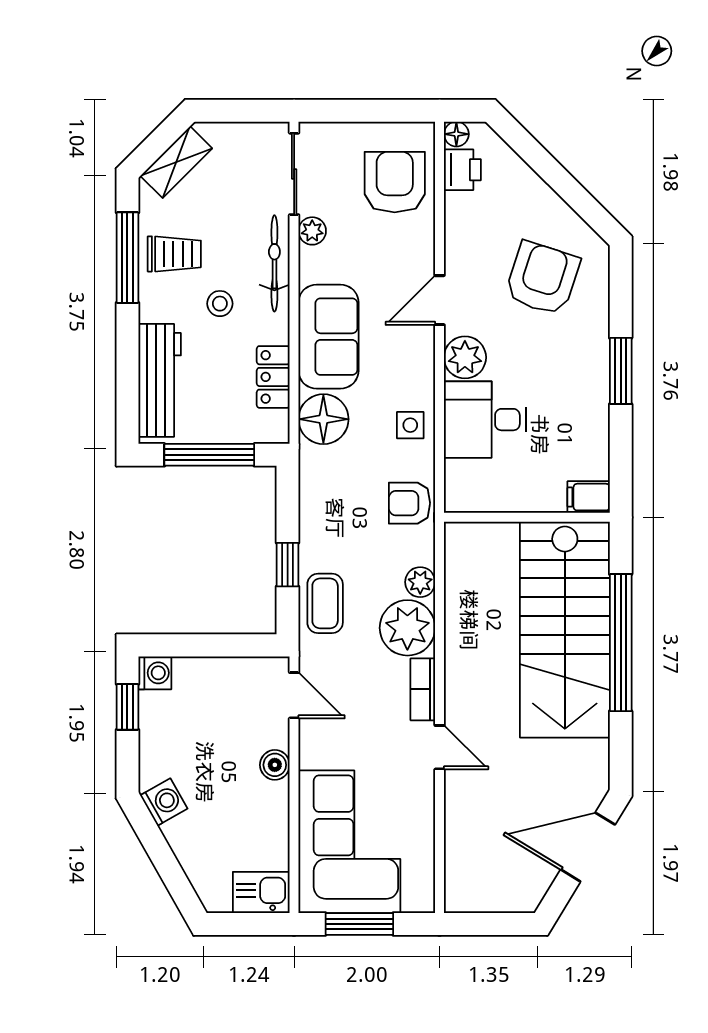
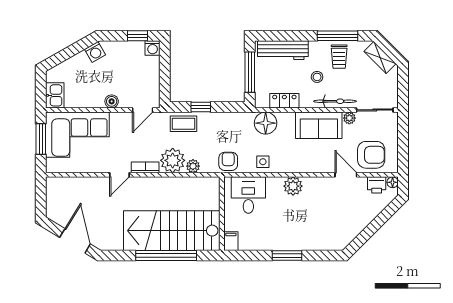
armchair: (542, 278) -> (328, 221), removed
door: (440, 300) -> (346, 175), moved
sofa: (328, 337) -> (319, 125), moved
desk: (485, 420) -> (248, 195), moved

